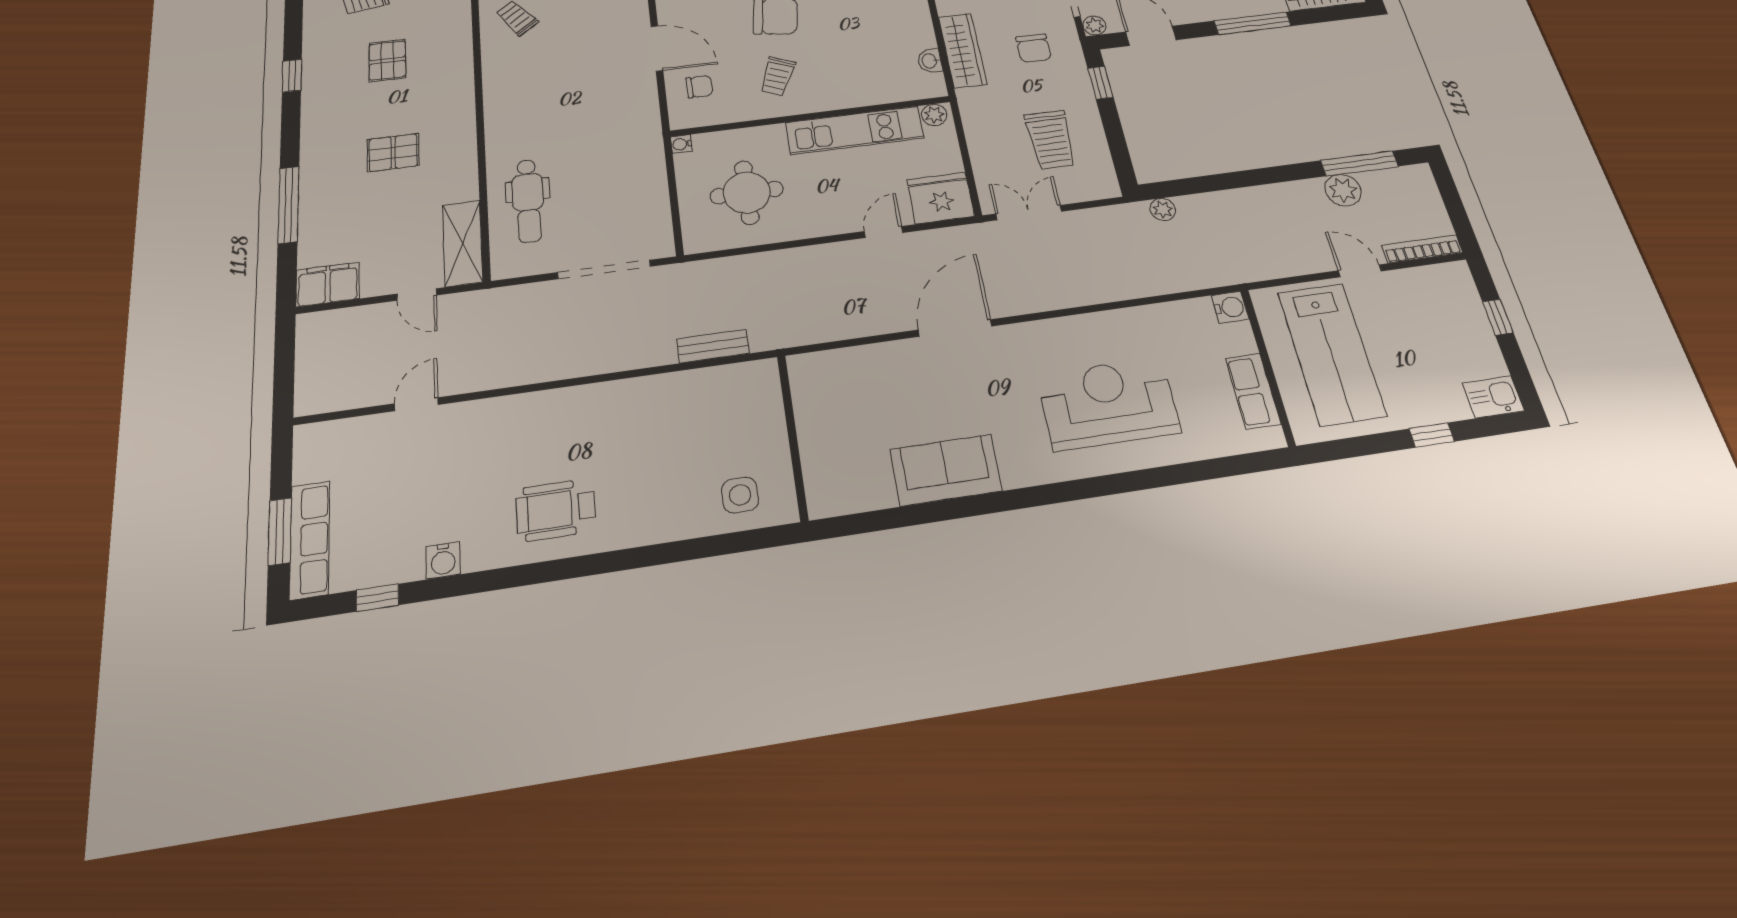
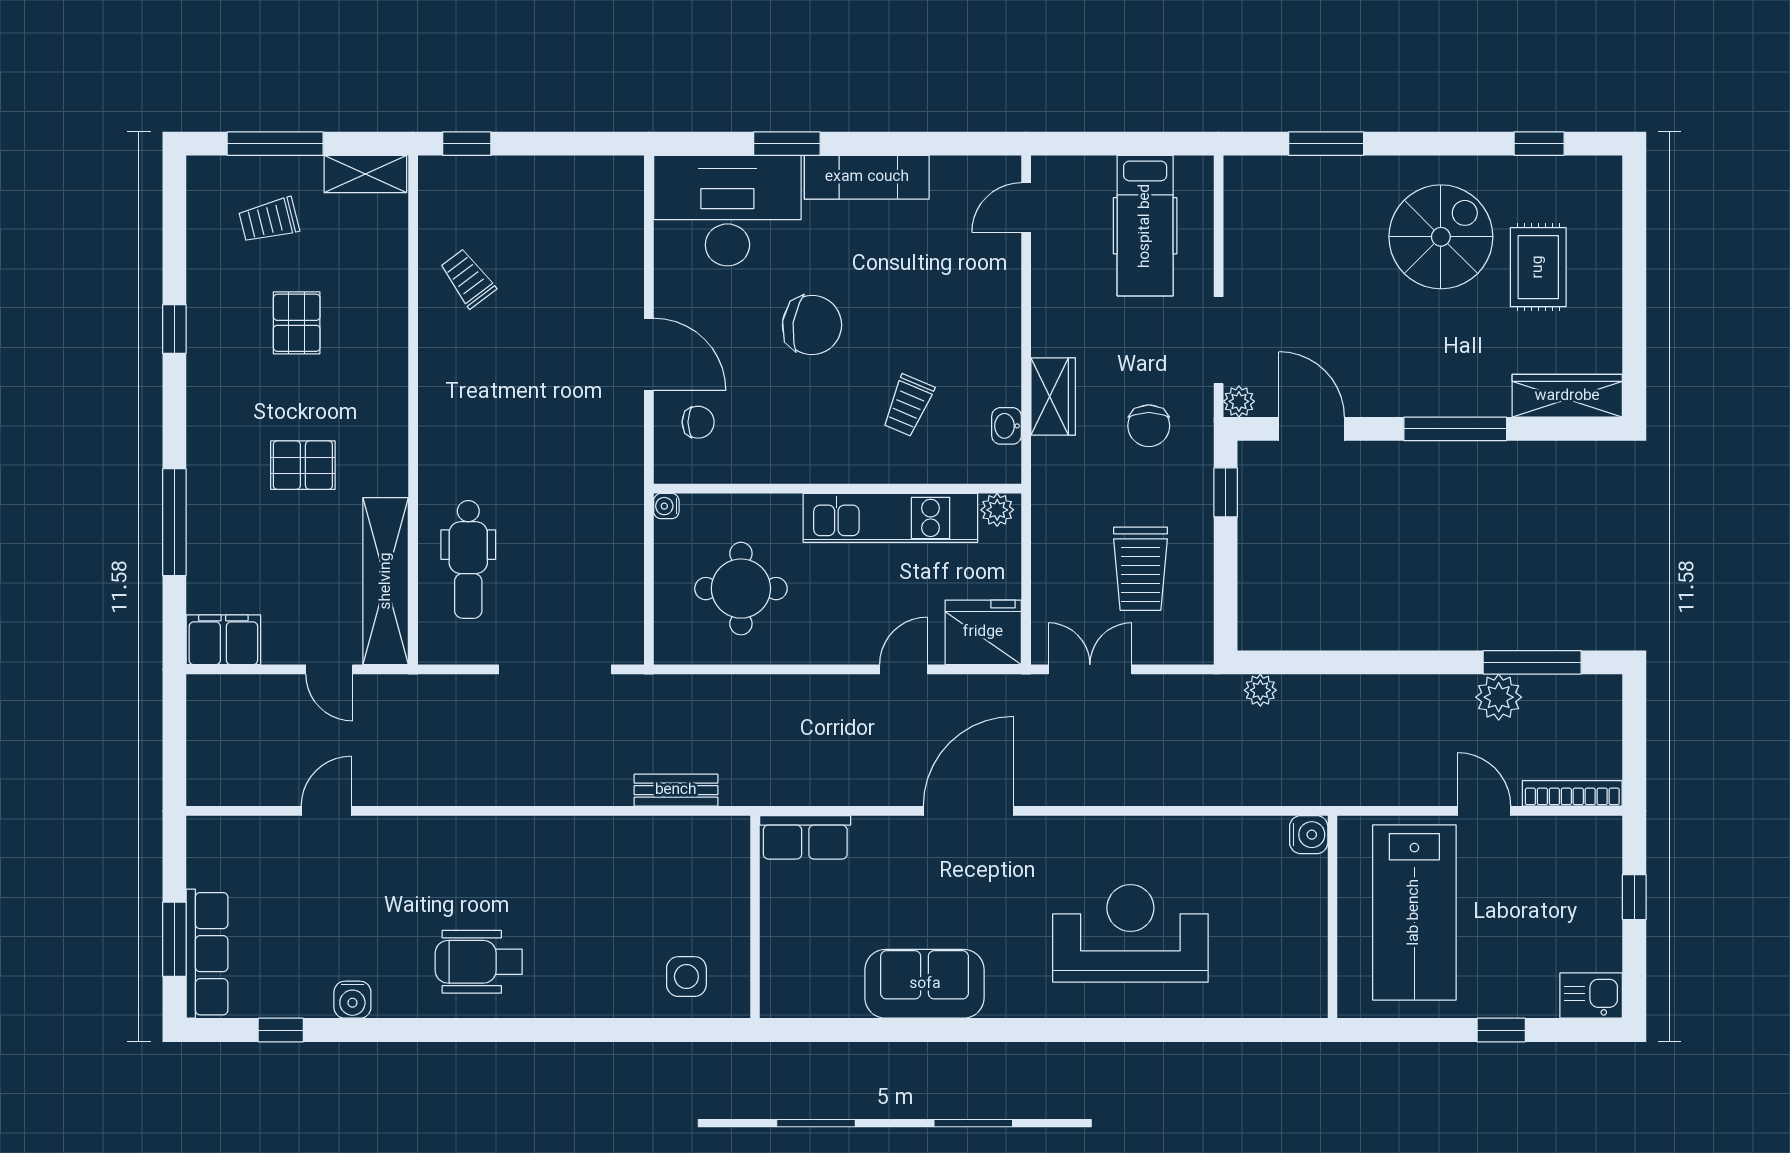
wardrobe: (963, 50) -> (1053, 396), width x0.67
trolley: (777, 76) -> (908, 405), moved
shelving: (463, 243) -> (386, 581), width x1.47
row of seats: (1253, 391) -> (805, 837), moved, turned -90

